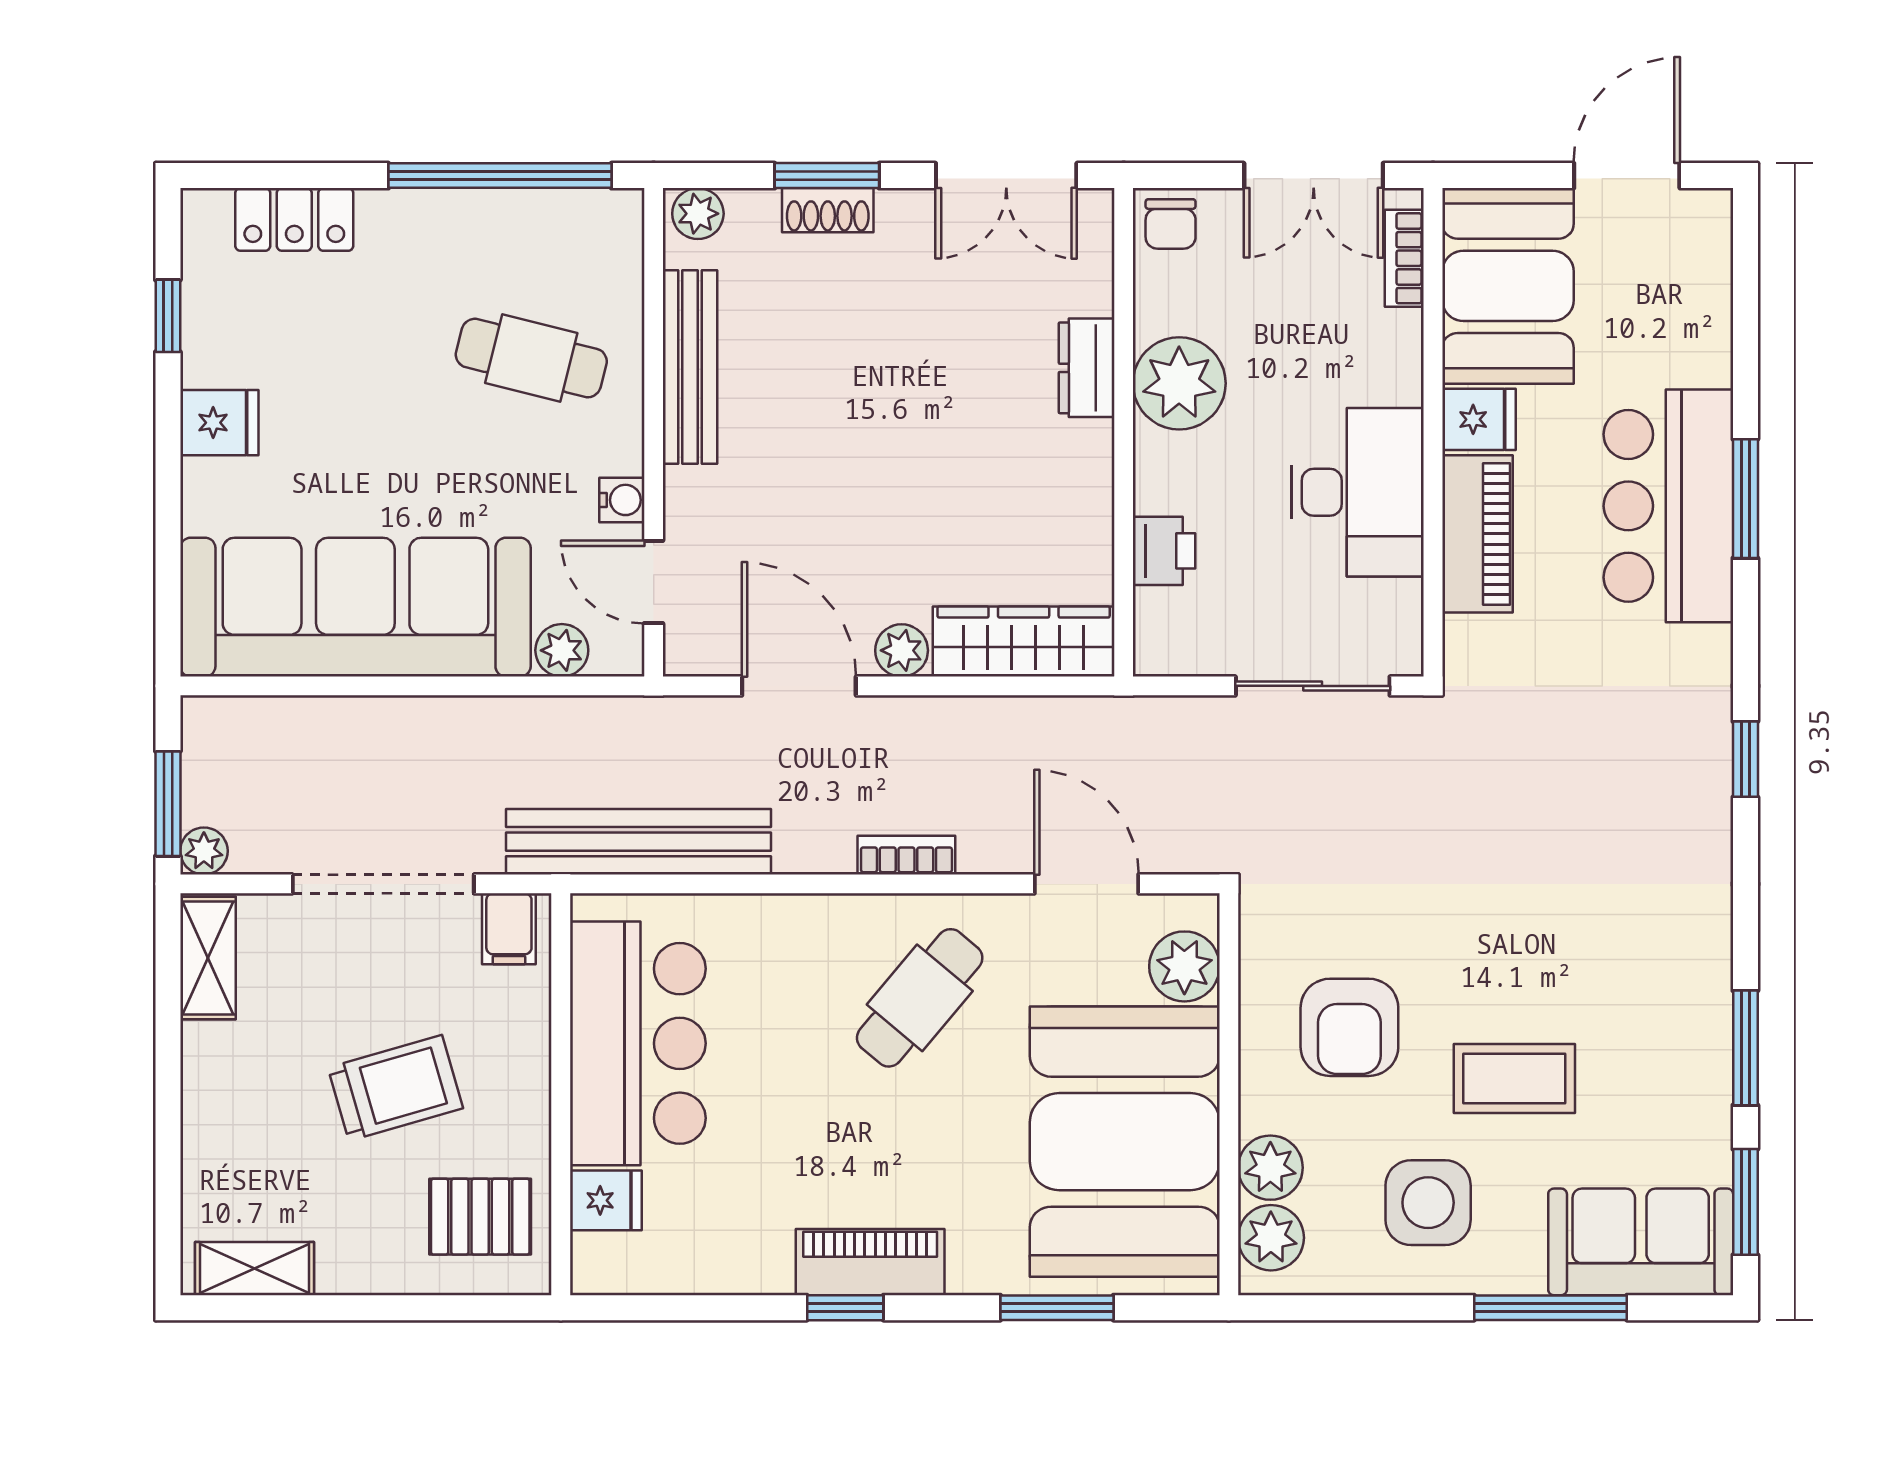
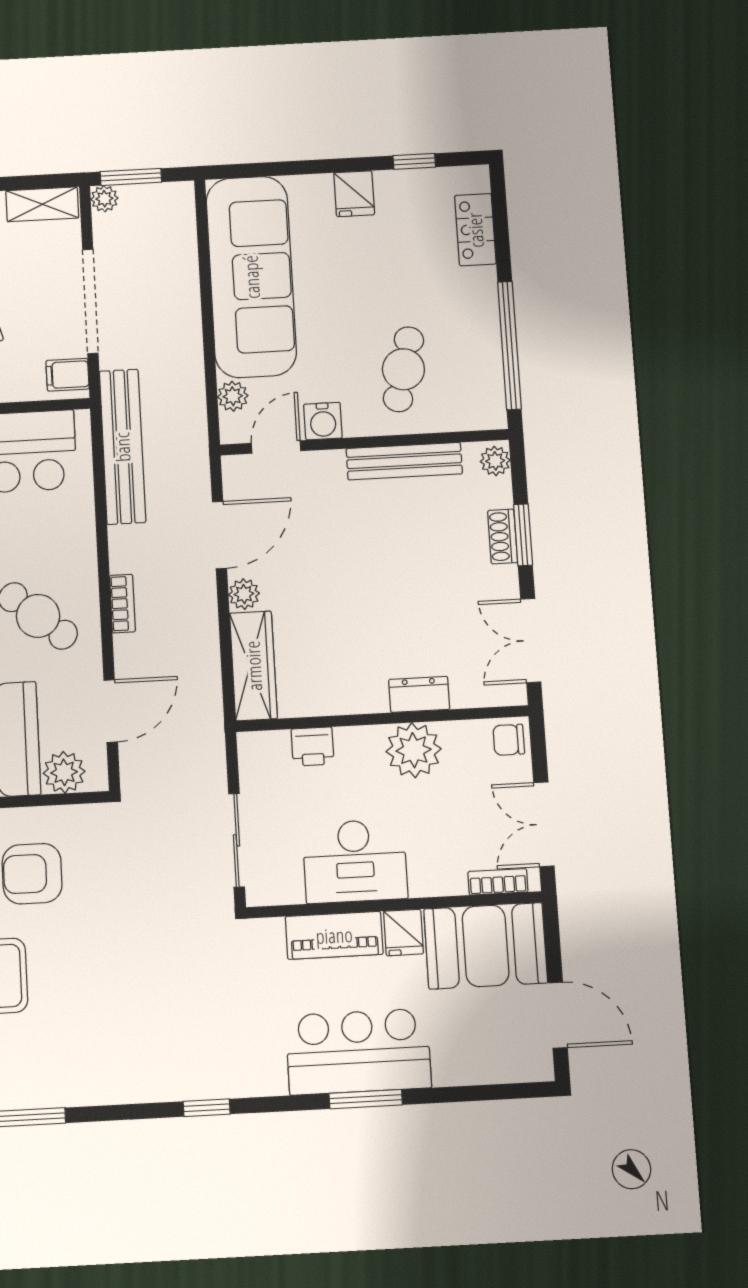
water cooler: (622, 500) -> (323, 421), width x1.38, depth x1.38

